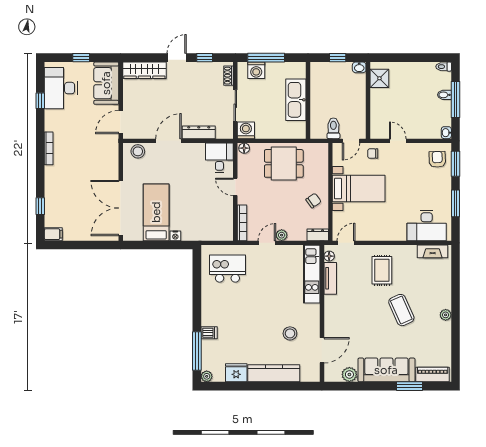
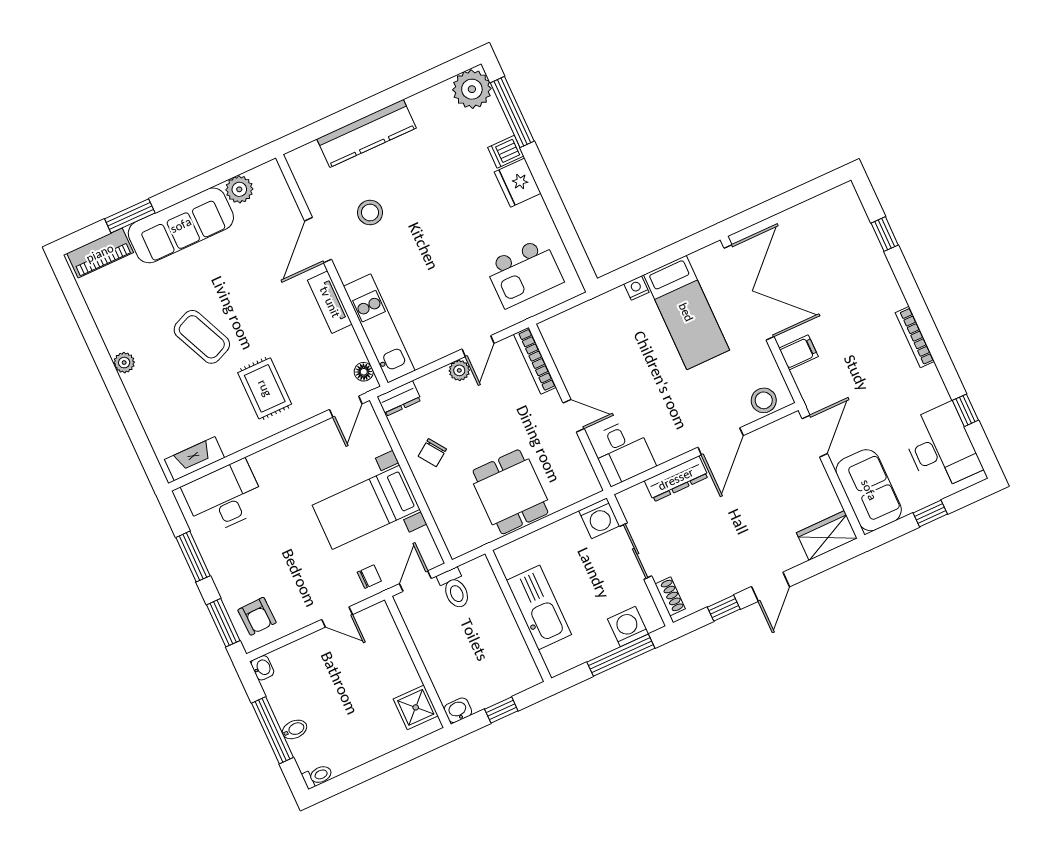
wardrobe: (144, 70) -> (827, 536), width x0.67
floor lamp: (244, 148) -> (588, 487), removed
dining table: (284, 163) -> (510, 492), turned 90
filing cabinet: (53, 234) -> (798, 352), moved, turned 180
tv unit: (330, 278) -> (330, 302), moved
door: (322, 350) -> (318, 240), moved
fridge: (236, 373) -> (518, 183), moved, turned 90
plant: (207, 376) -> (472, 89), width x1.87, depth x1.87

